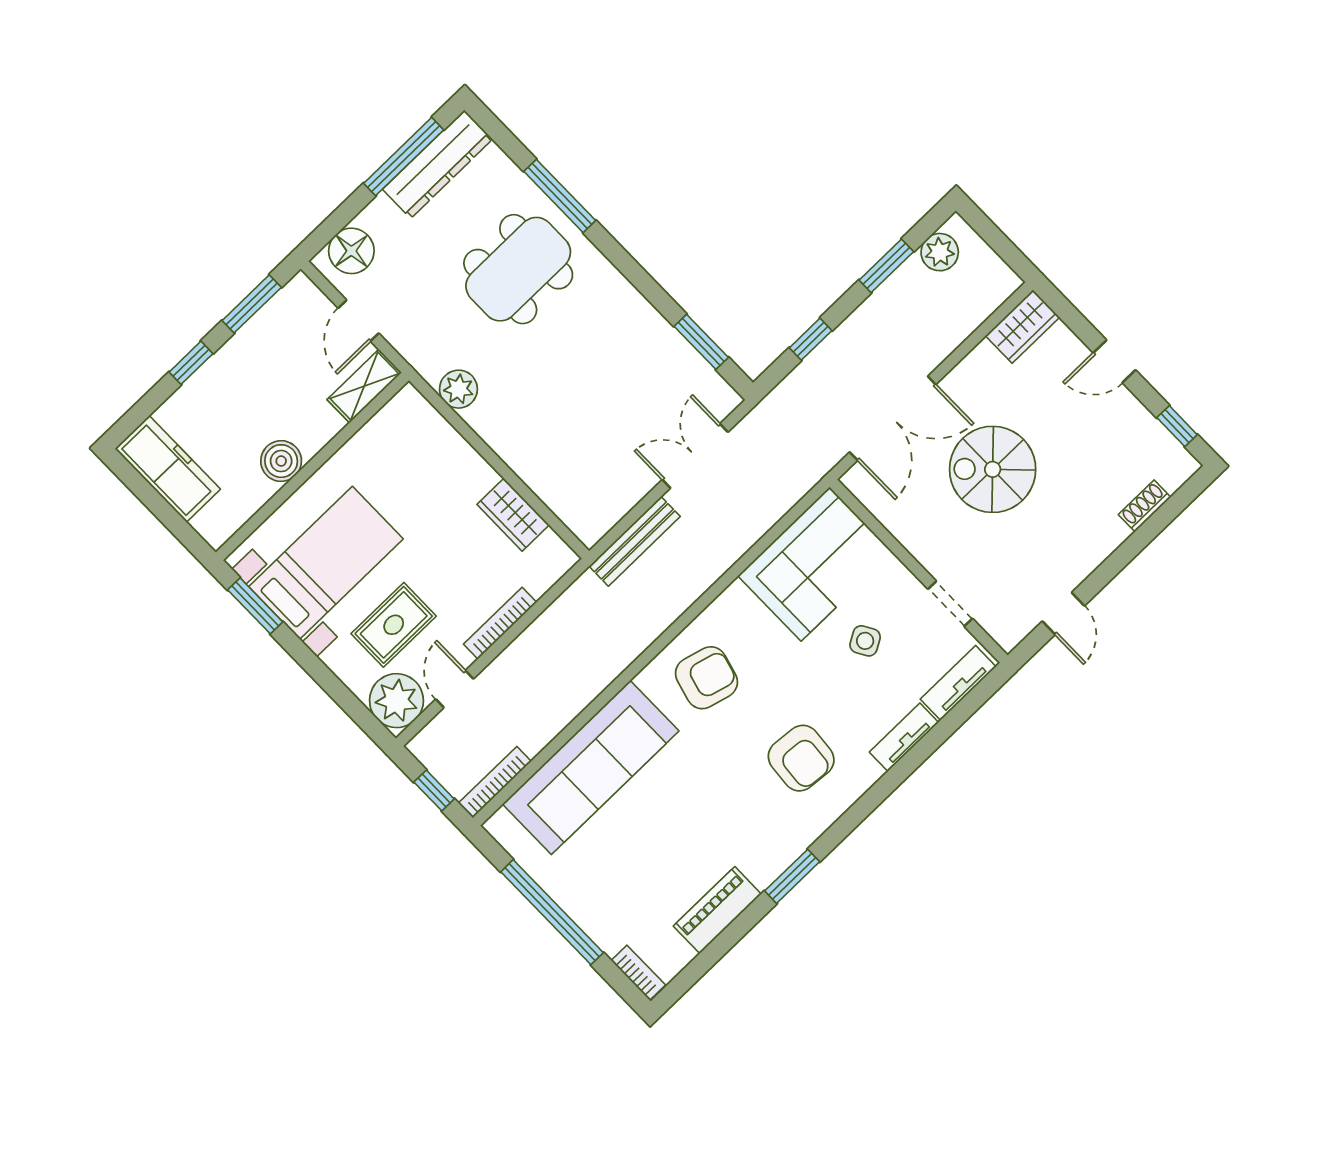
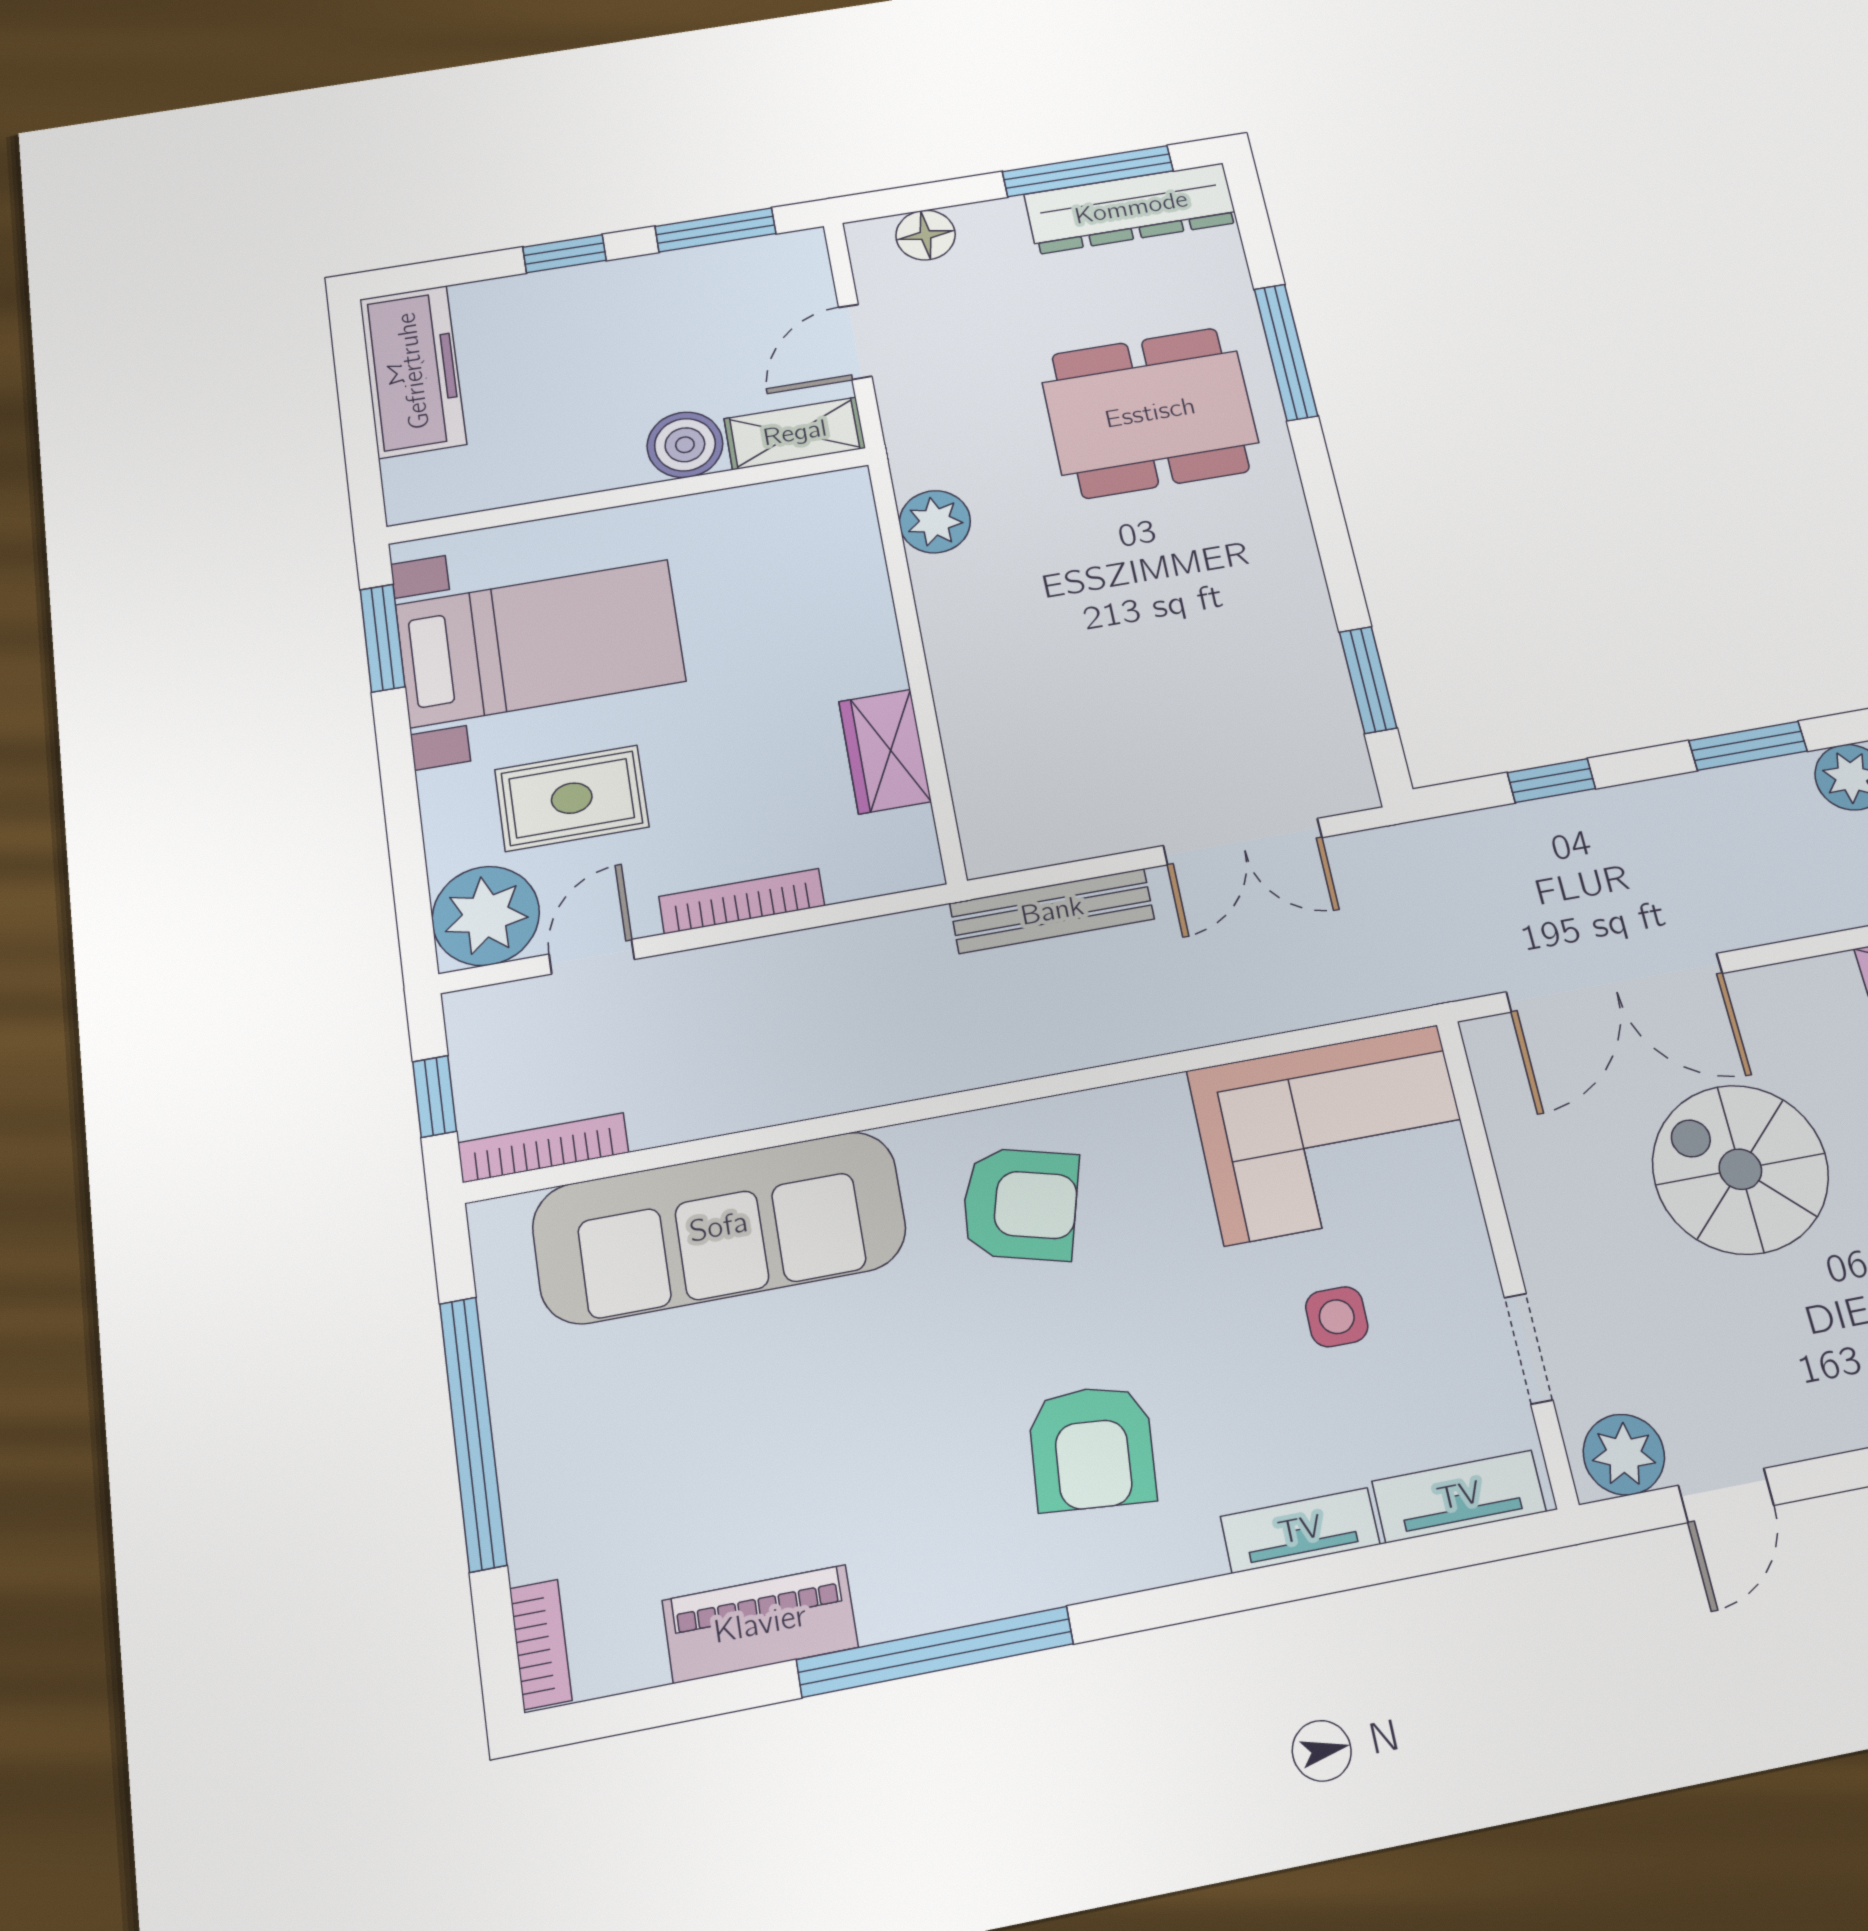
floor lamp: (351, 251) -> (926, 235), width x0.73, depth x0.73
double door: (695, 456) -> (1243, 842), swing flipped
boiler: (281, 461) -> (685, 445), moved
plant: (1014, 623) -> (1624, 1455), added
side table: (865, 641) -> (1337, 1317), turned 30
window: (792, 876) -> (935, 1652), width x2.11

